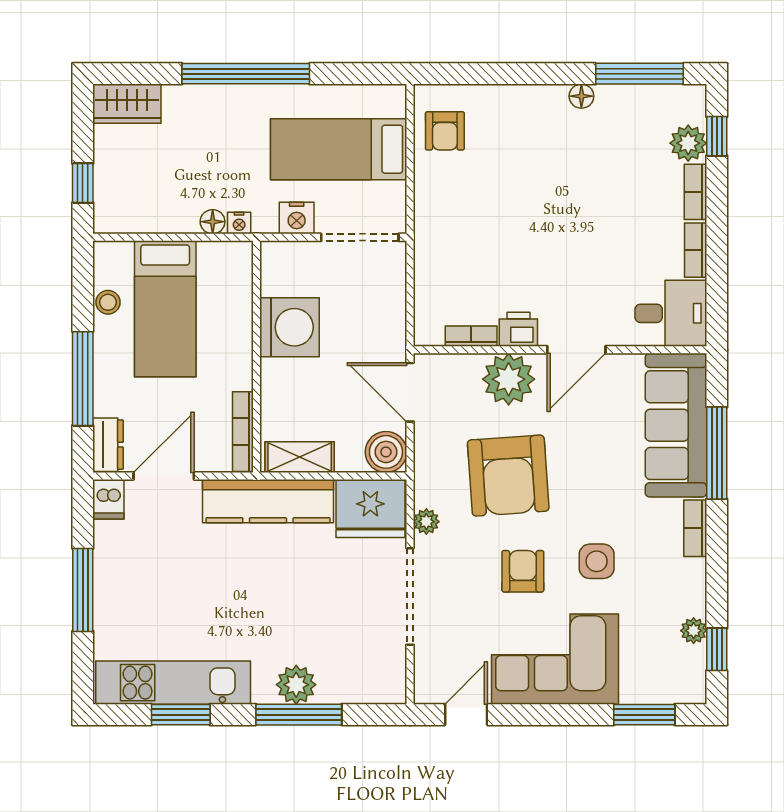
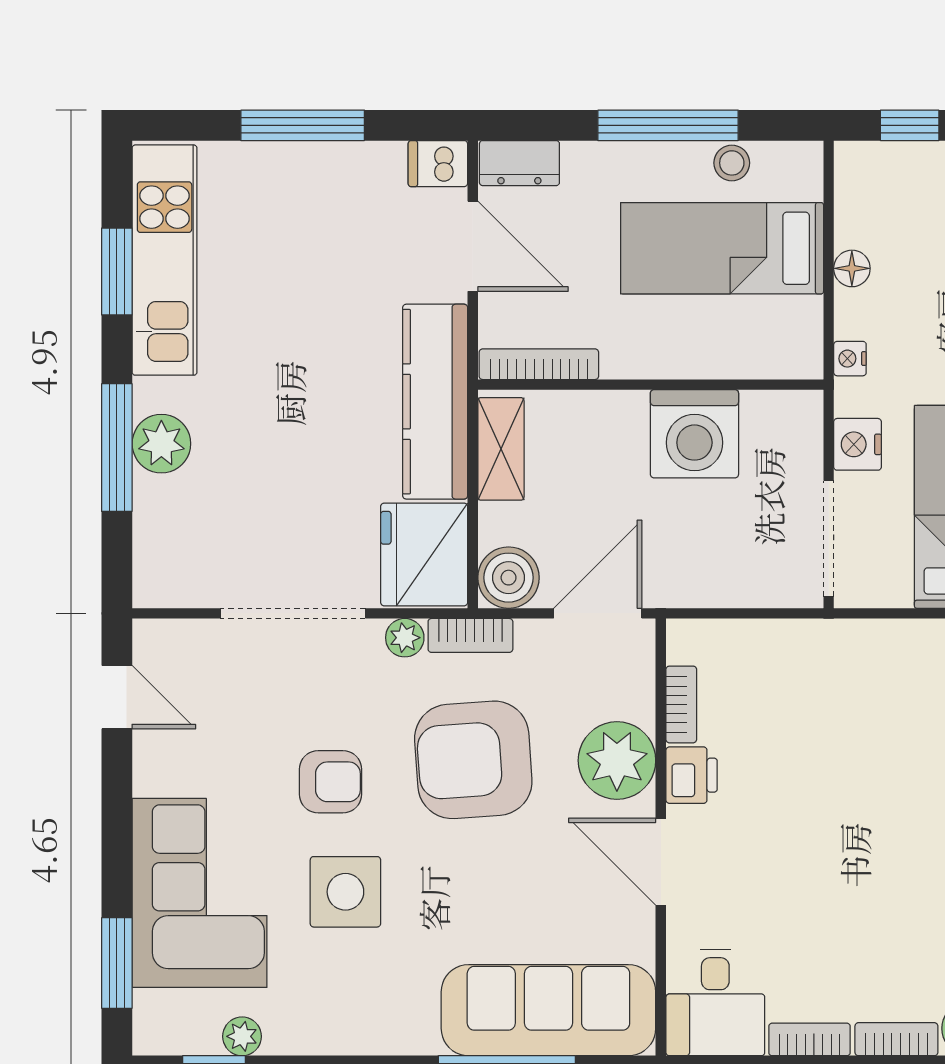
floor lamp: (213, 222) -> (852, 268), moved
window: (83, 379) -> (668, 125), moved
bookcase: (695, 528) -> (470, 635), moved, turned 180
side table: (597, 561) -> (345, 892), width x1.37, depth x1.37
corner sofa: (555, 659) -> (200, 893), moved

